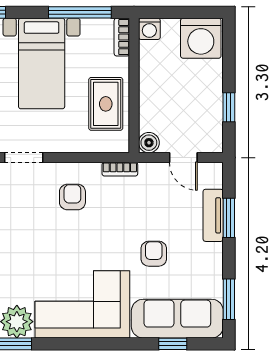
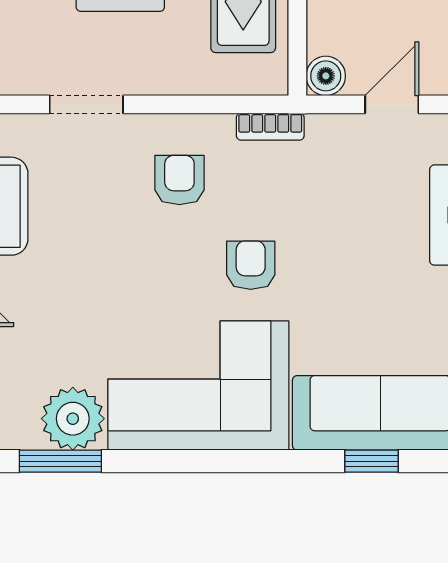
door: (183, 158) -> (392, 104), swing flipped
armchair: (154, 254) -> (251, 265), moved

